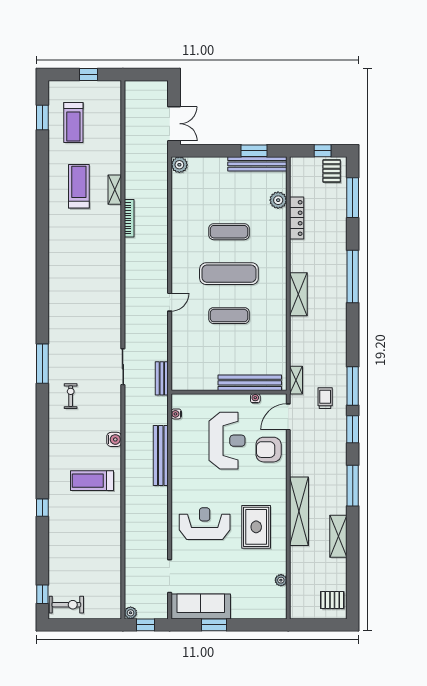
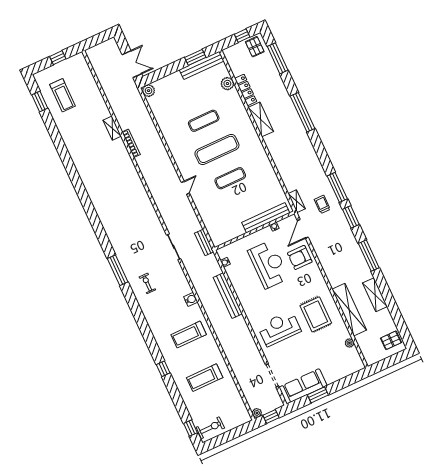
treadmill: (79, 186) -> (205, 378), moved, turned -90
shelving: (298, 294) -> (261, 119), moved
shelving: (299, 511) -> (349, 310), moved

